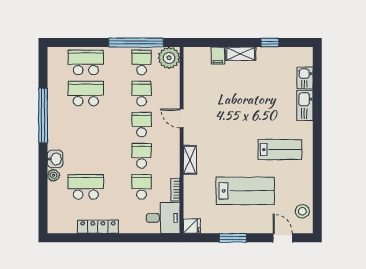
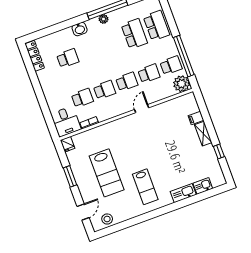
shelving: (190, 160) -> (114, 125), removed
plant: (54, 175) -> (104, 19), moved
school desk: (86, 187) -> (68, 58), width x0.54
locker: (98, 227) -> (35, 56), moved

